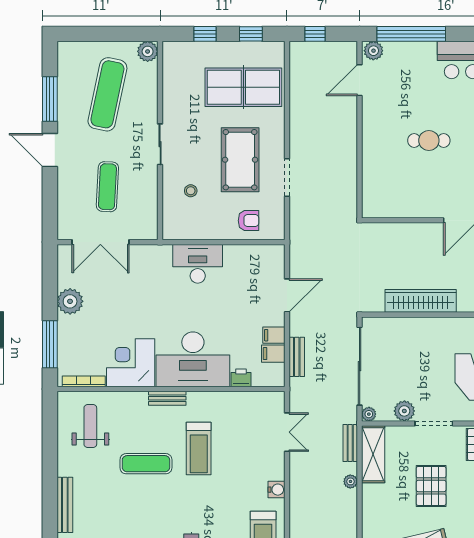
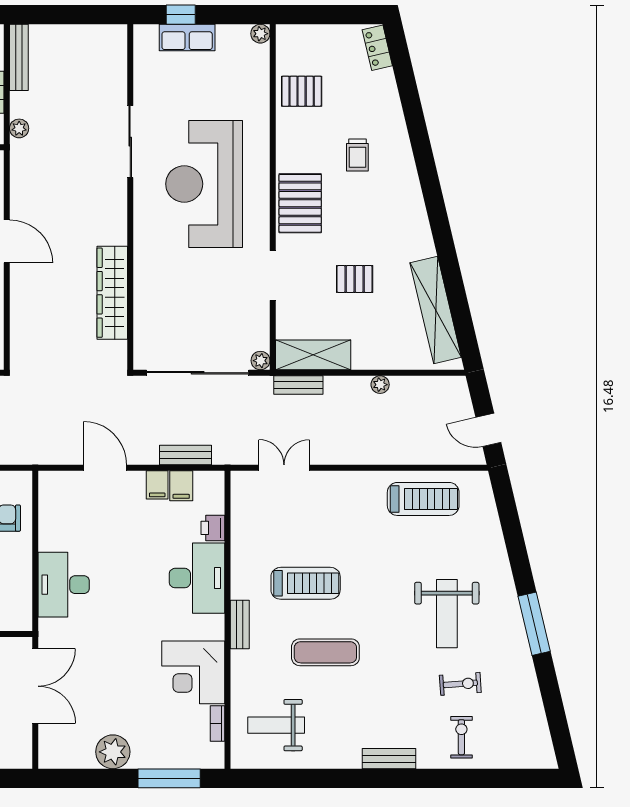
double door: (100, 242) -> (35, 686), moved
desk: (193, 359) -> (197, 578), width x0.73, depth x0.77
bookcase: (84, 381) -> (218, 724), width x0.64
plant: (404, 411) -> (256, 314), removed
exercise mat: (146, 464) -> (325, 652), turned 90
plant: (350, 481) -> (380, 385), moved
pallet: (431, 486) -> (355, 279), width x0.67, depth x0.71
water cooler: (276, 490) -> (359, 481), removed
bench: (65, 505) -> (389, 759), width x0.73

